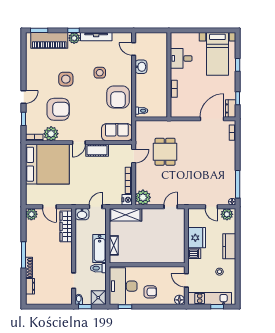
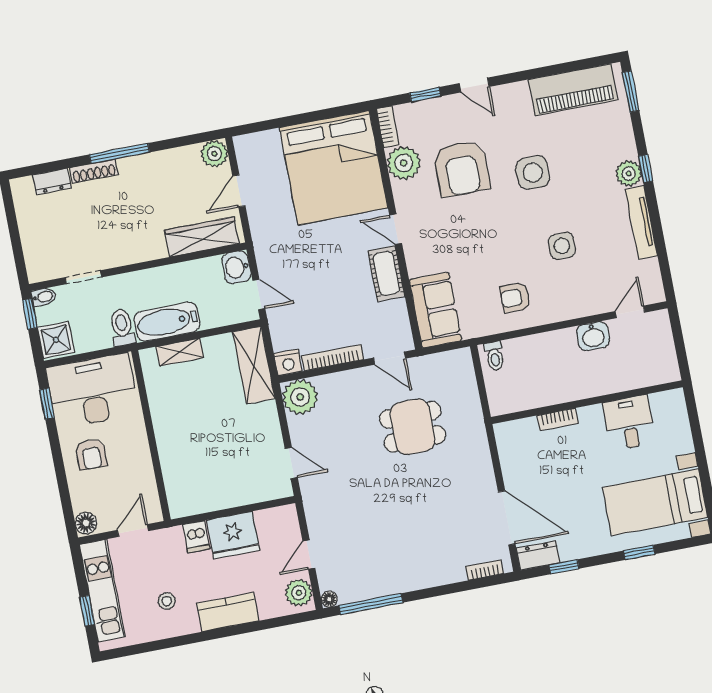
piano: (49, 40) -> (573, 90), moved, turned -90
armchair: (118, 97) -> (515, 298), width x0.53, depth x0.53

